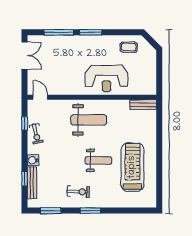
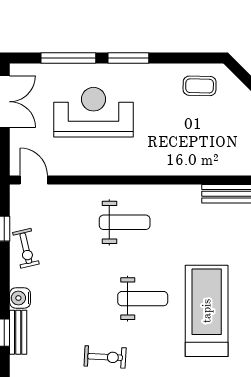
reception desk: (106, 78) -> (93, 112), moved, turned 180
weight bench: (89, 120) -> (125, 222), width x0.73, depth x0.75
bench: (32, 183) -> (18, 332), width x0.73

